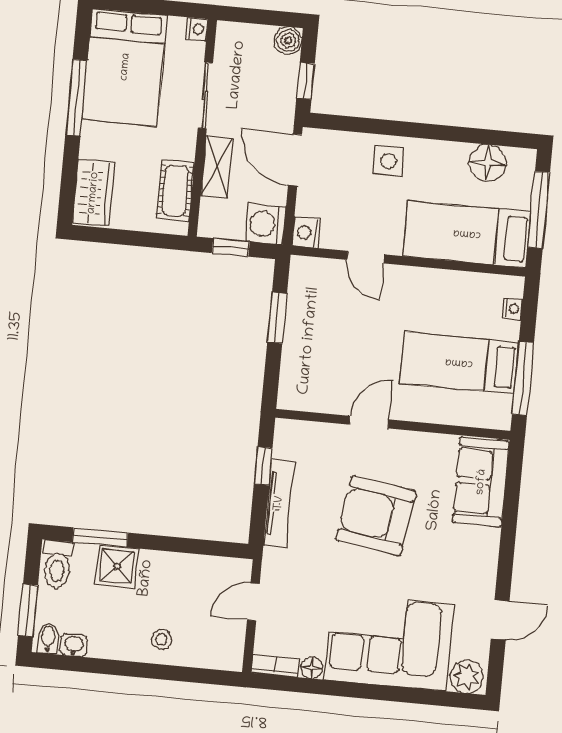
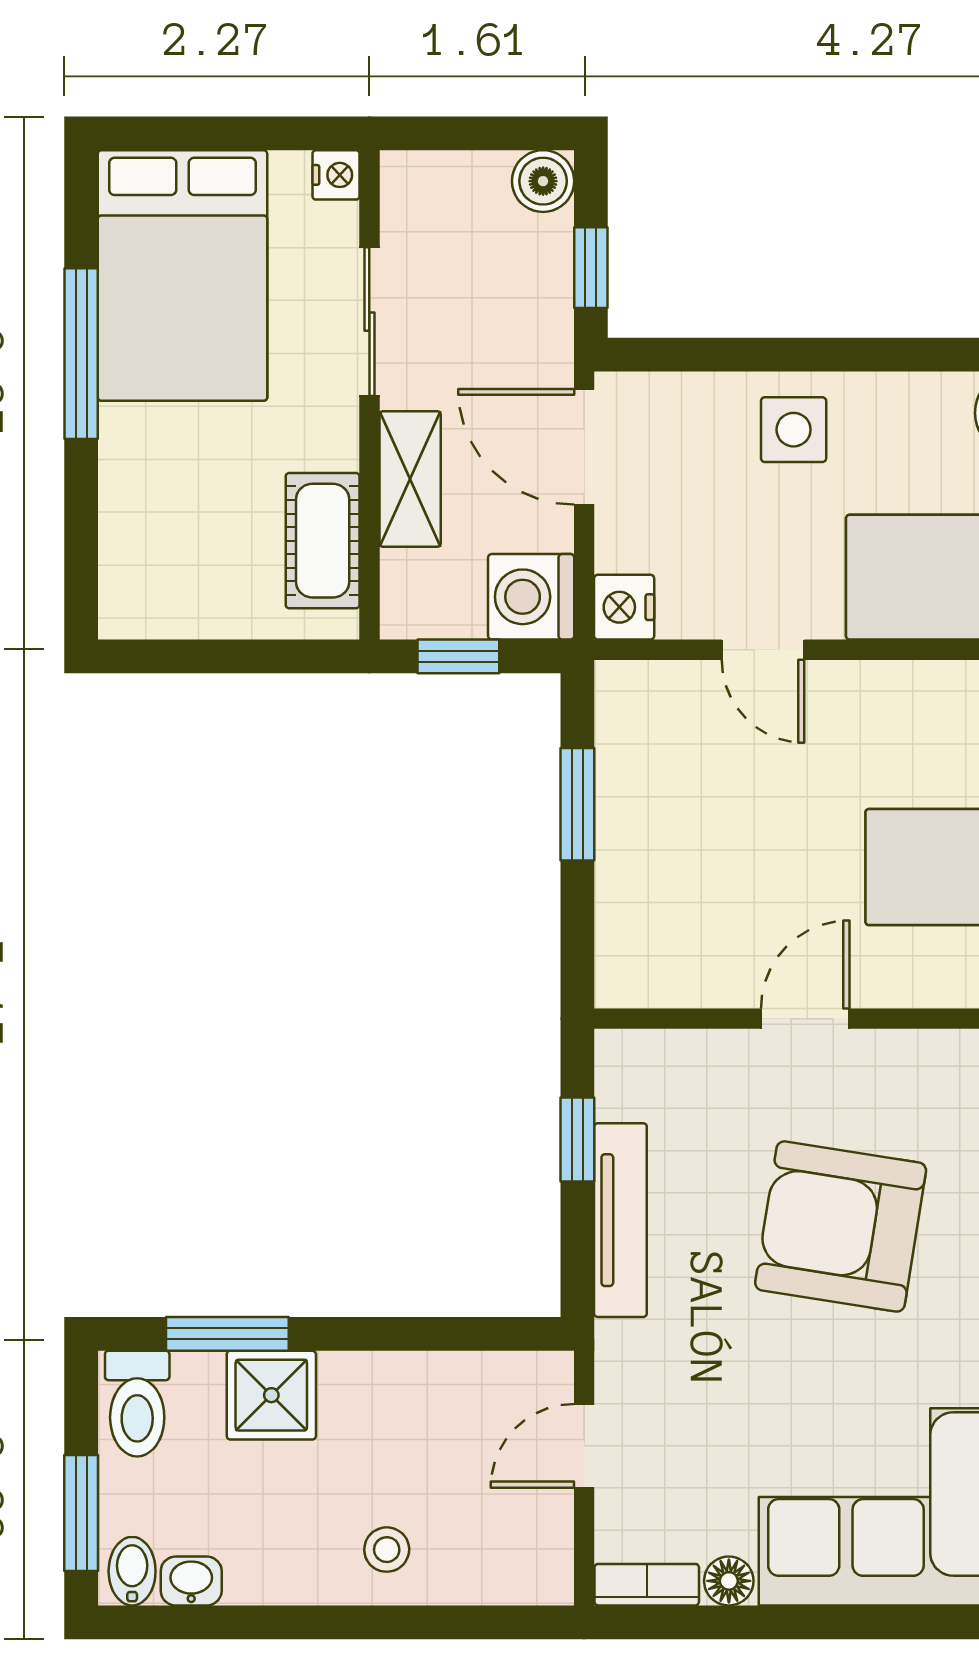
wardrobe: (93, 193) -> (139, 564), removed

